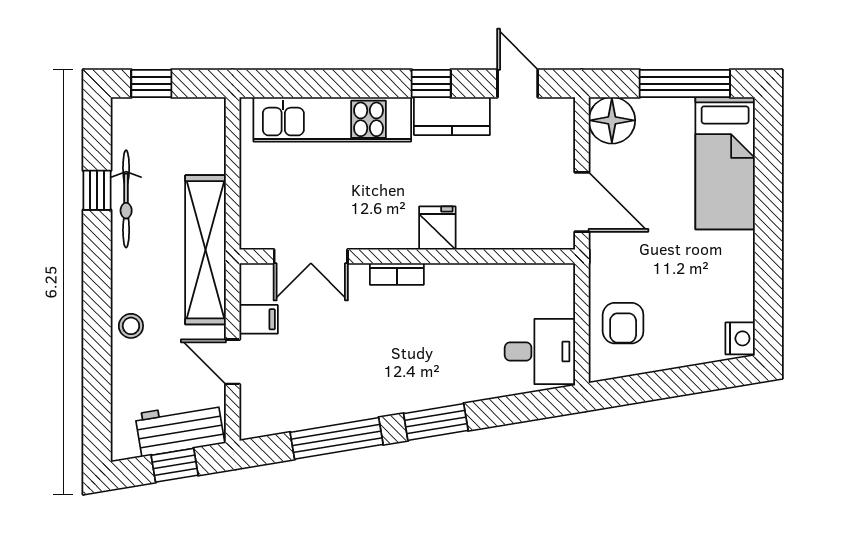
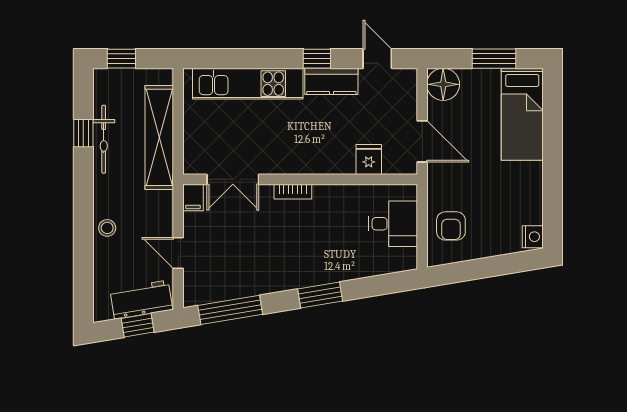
window: (685, 84) -> (494, 59), width x0.69
fridge: (437, 228) -> (369, 160), moved
shelving: (206, 250) -> (159, 137), moved
filing cabinet: (259, 319) -> (193, 198), moved, turned 90
desk: (540, 352) -> (393, 224), moved
window: (337, 438) -> (230, 310), moved

